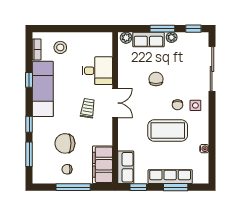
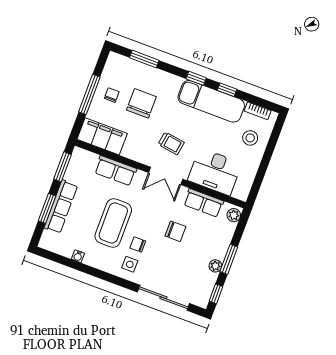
row of seats: (148, 39) -> (204, 203), moved, turned -90
desk: (97, 71) -> (215, 172), width x1.37
window: (29, 124) -> (196, 78), moved
row of seats: (126, 167) -> (115, 171), moved
window: (138, 187) -> (62, 167), width x1.50

